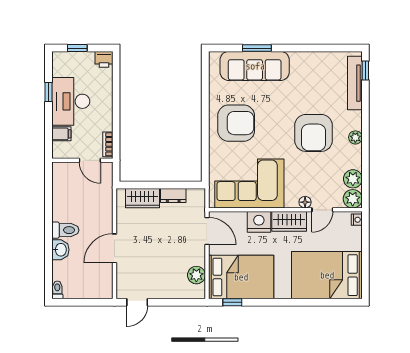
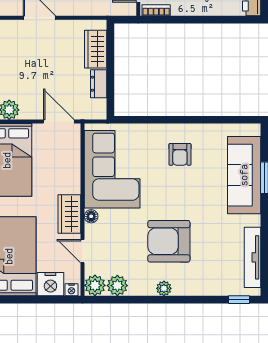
tv unit: (355, 83) -> (252, 257), moved, turned -90
armchair: (236, 123) -> (180, 154), width x0.53, depth x0.53
floor lamp: (305, 202) -> (91, 216), moved
nightstand: (259, 222) -> (50, 284), moved, turned 90
door: (207, 231) -> (59, 122), swing flipped

